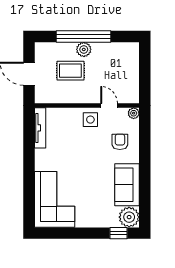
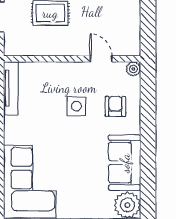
side table: (90, 120) -> (76, 106), moved

